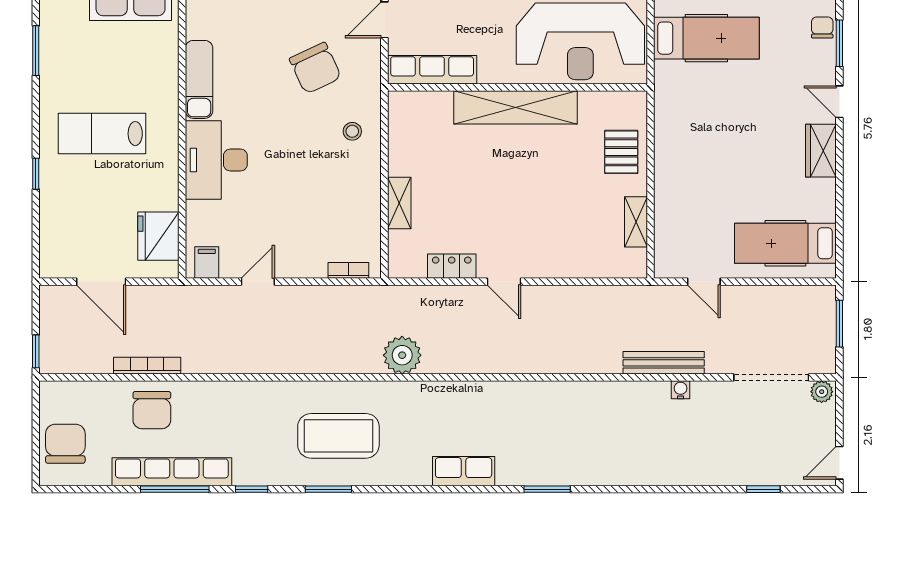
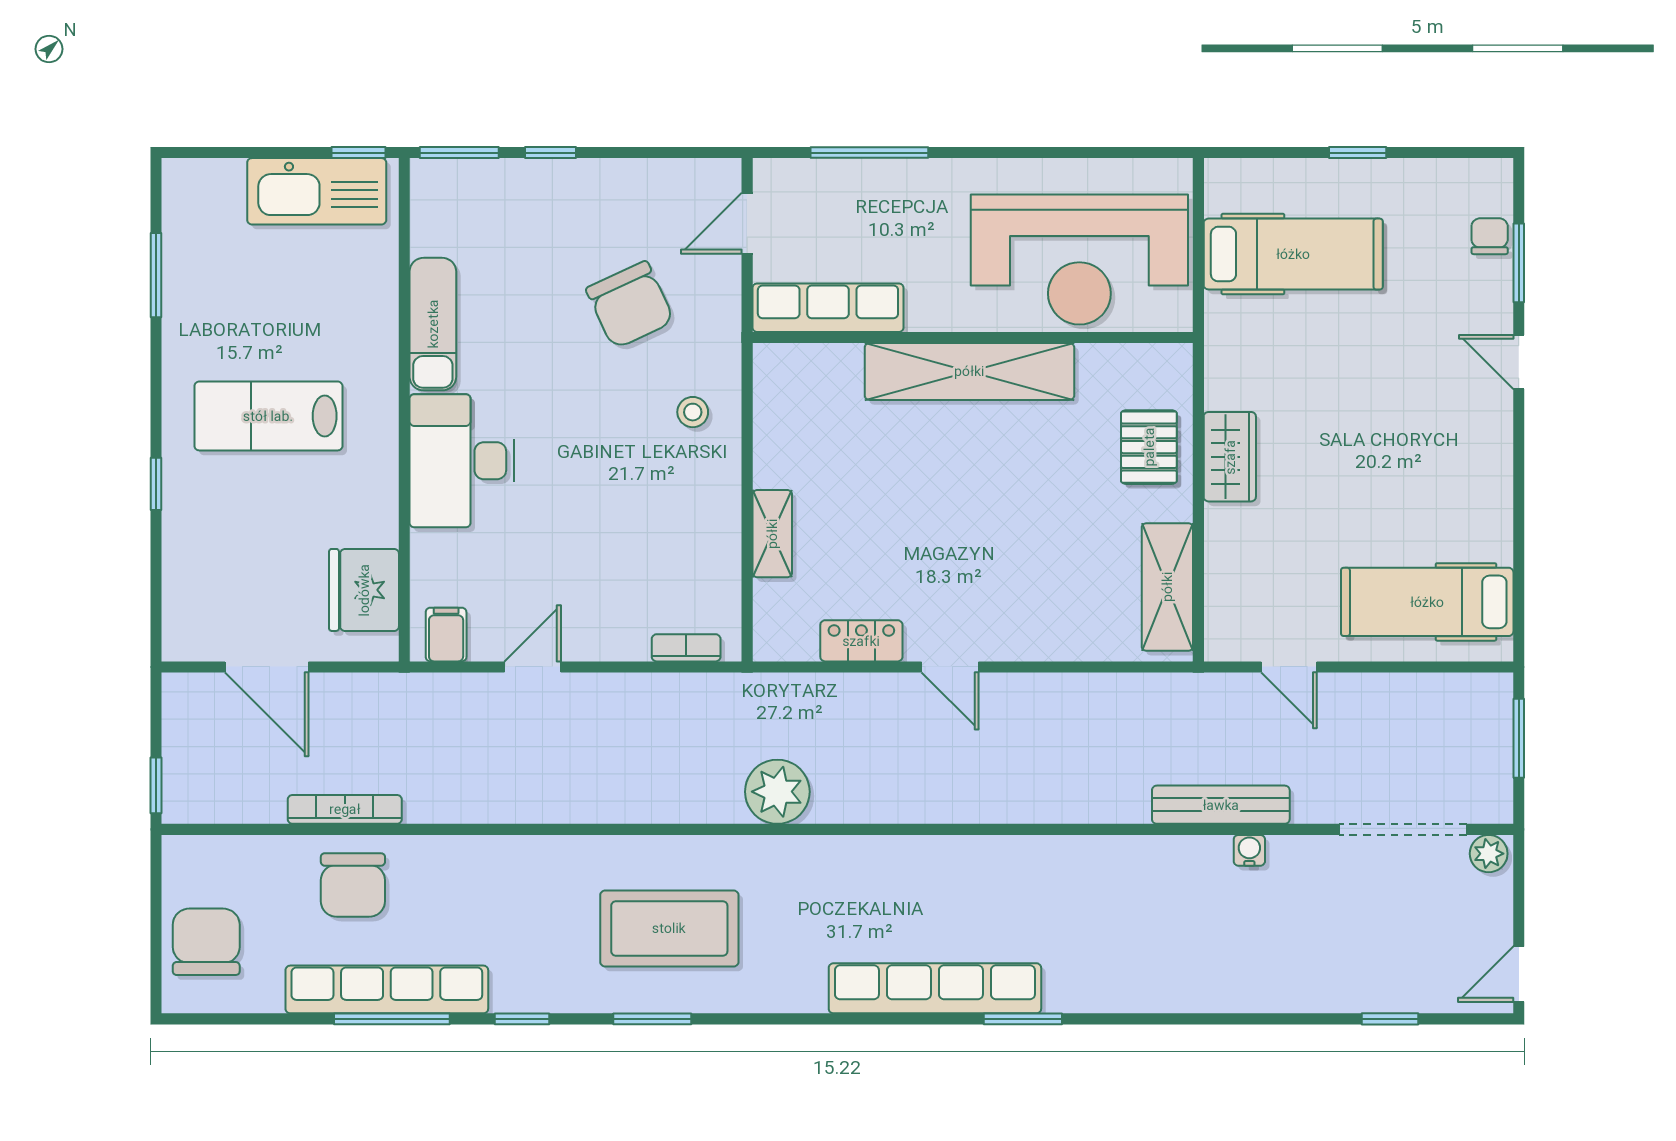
wardrobe: (821, 151) -> (1230, 457), moved, turned 180
shelving: (636, 222) -> (1167, 587), width x1.50, depth x1.33
row of seats: (464, 471) -> (935, 988), width x2.02

